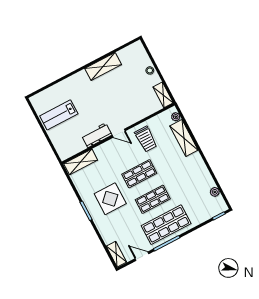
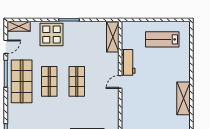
lab bench: (59, 115) -> (162, 39), turned -90
trolley: (146, 139) -> (103, 102), removed
display table: (110, 199) -> (52, 34), moved

